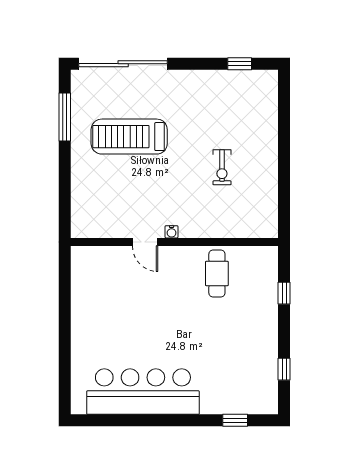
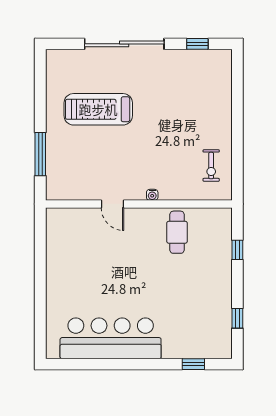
sliding door: (123, 64) -> (124, 44), moved
window: (65, 117) -> (40, 154), moved
exercise bike: (222, 167) -> (211, 166), moved
water cooler: (172, 232) -> (152, 195), moved

